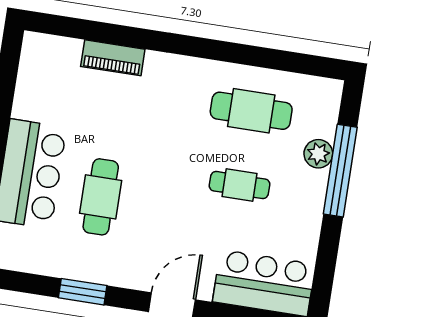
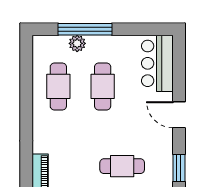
cafe table: (240, 185) -> (103, 86), width x1.37, depth x1.35

